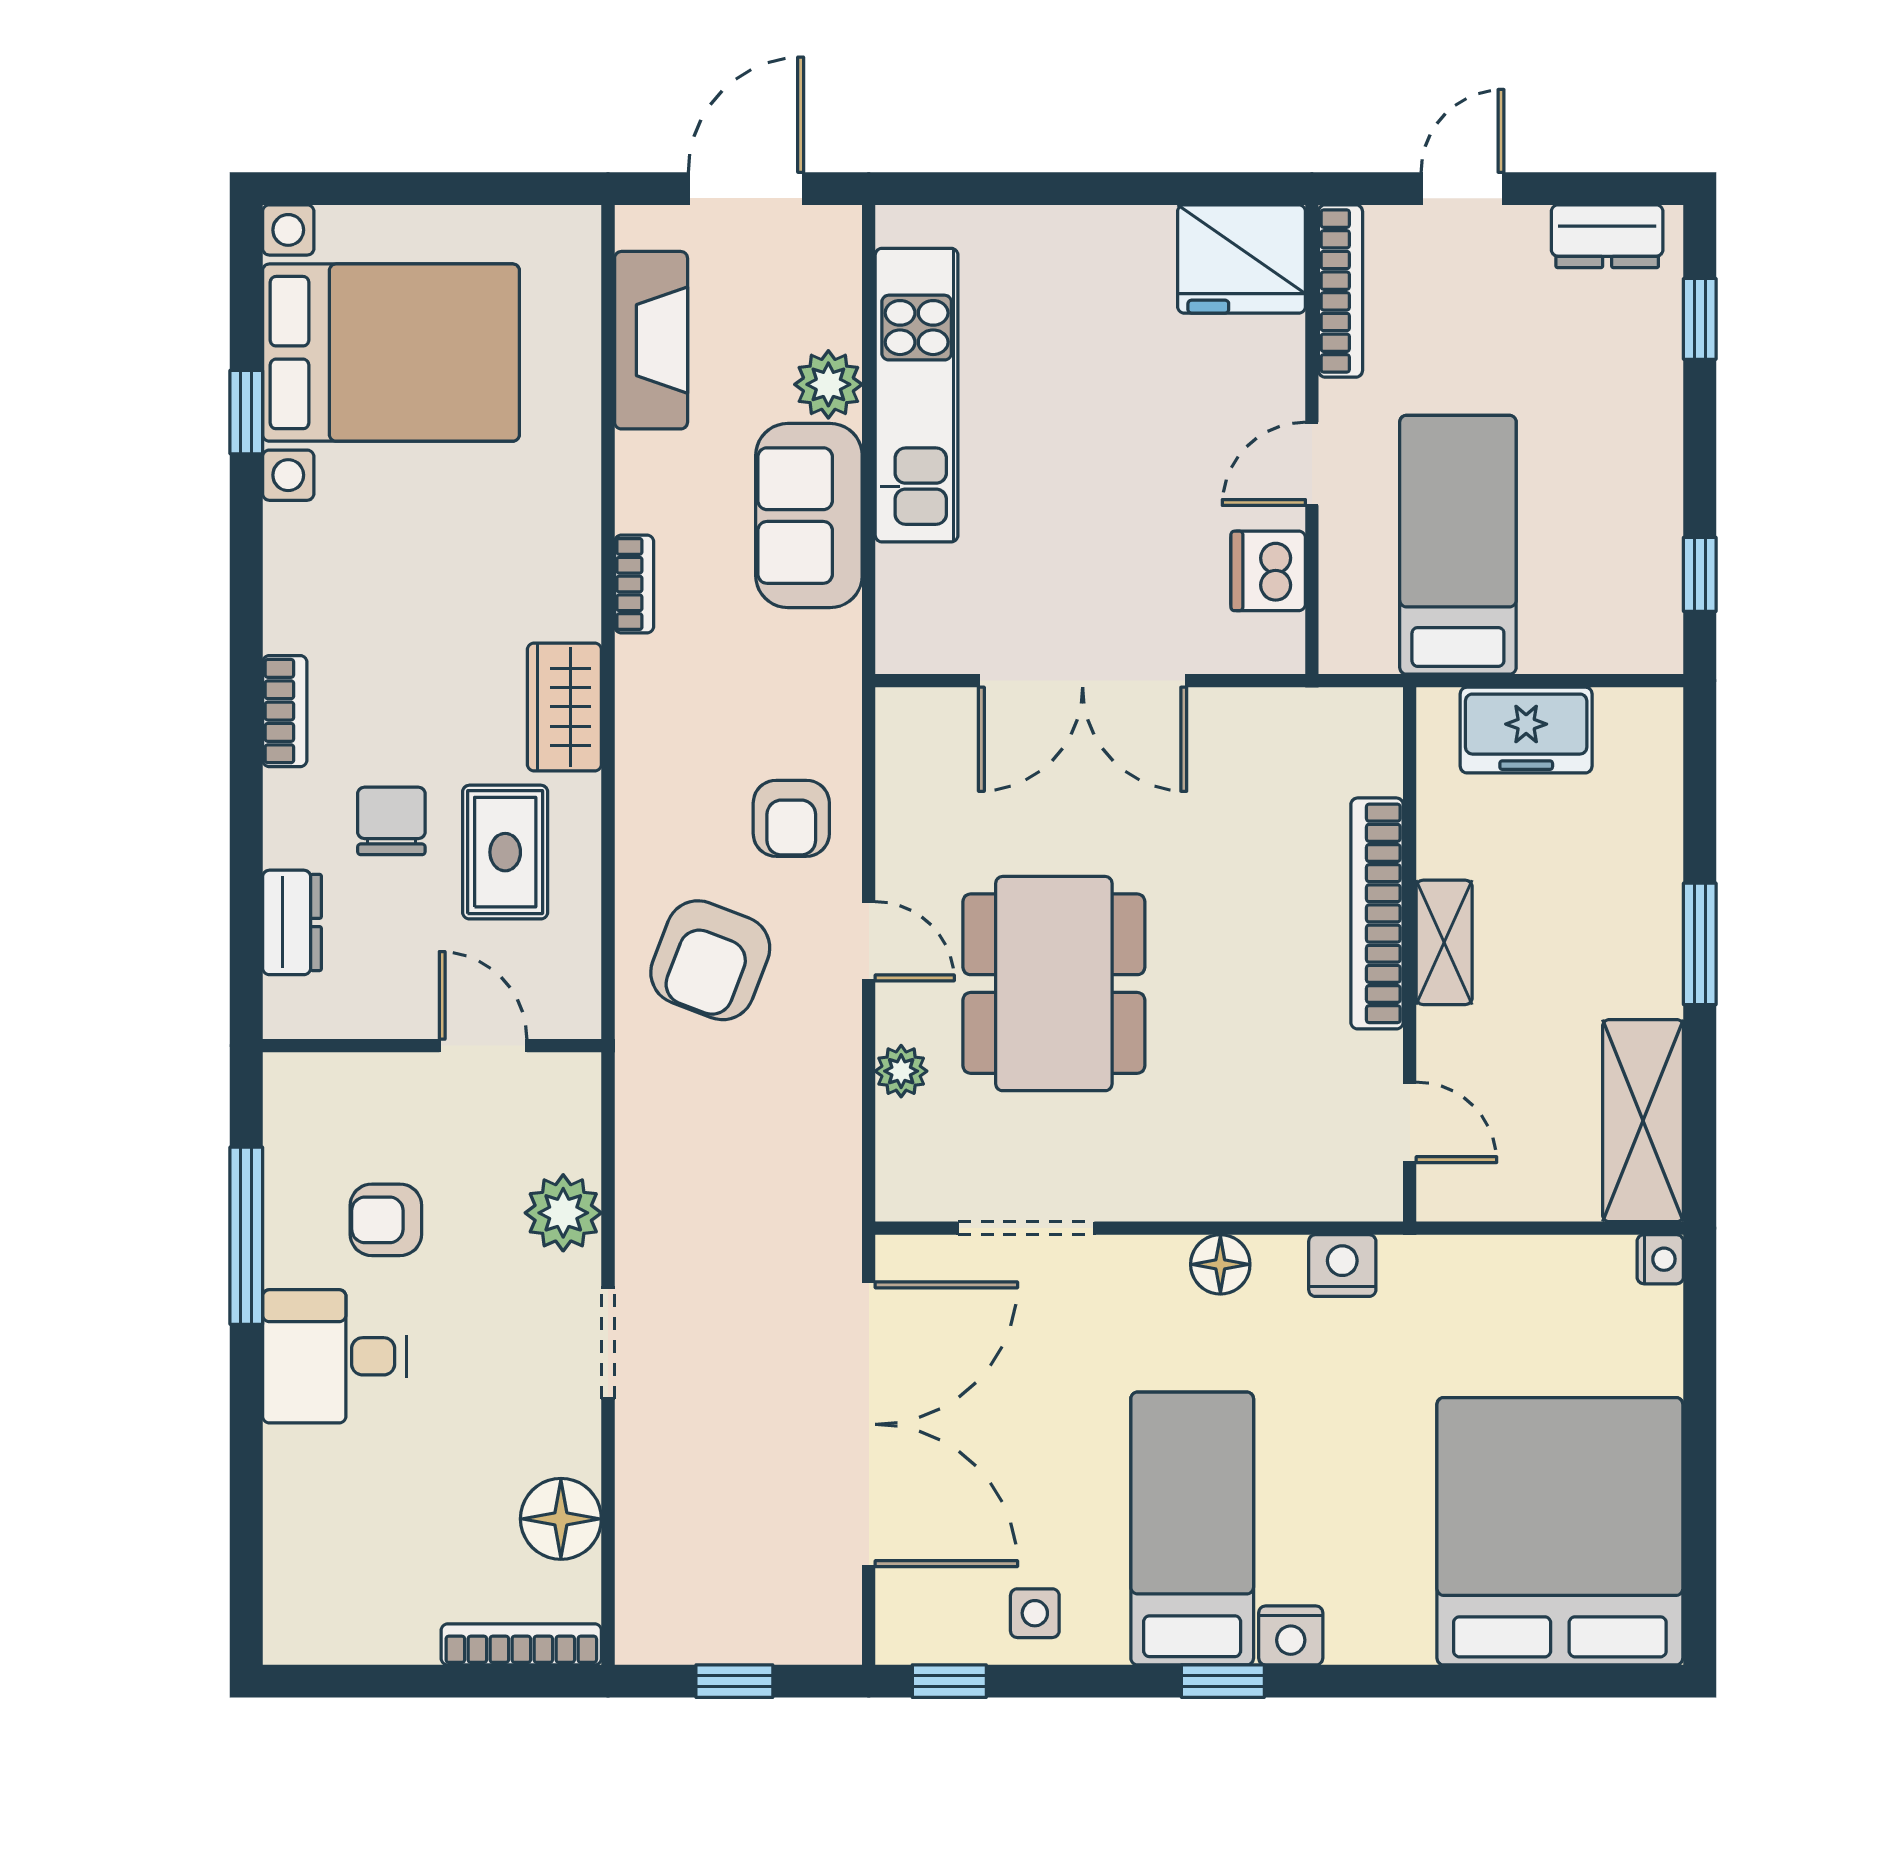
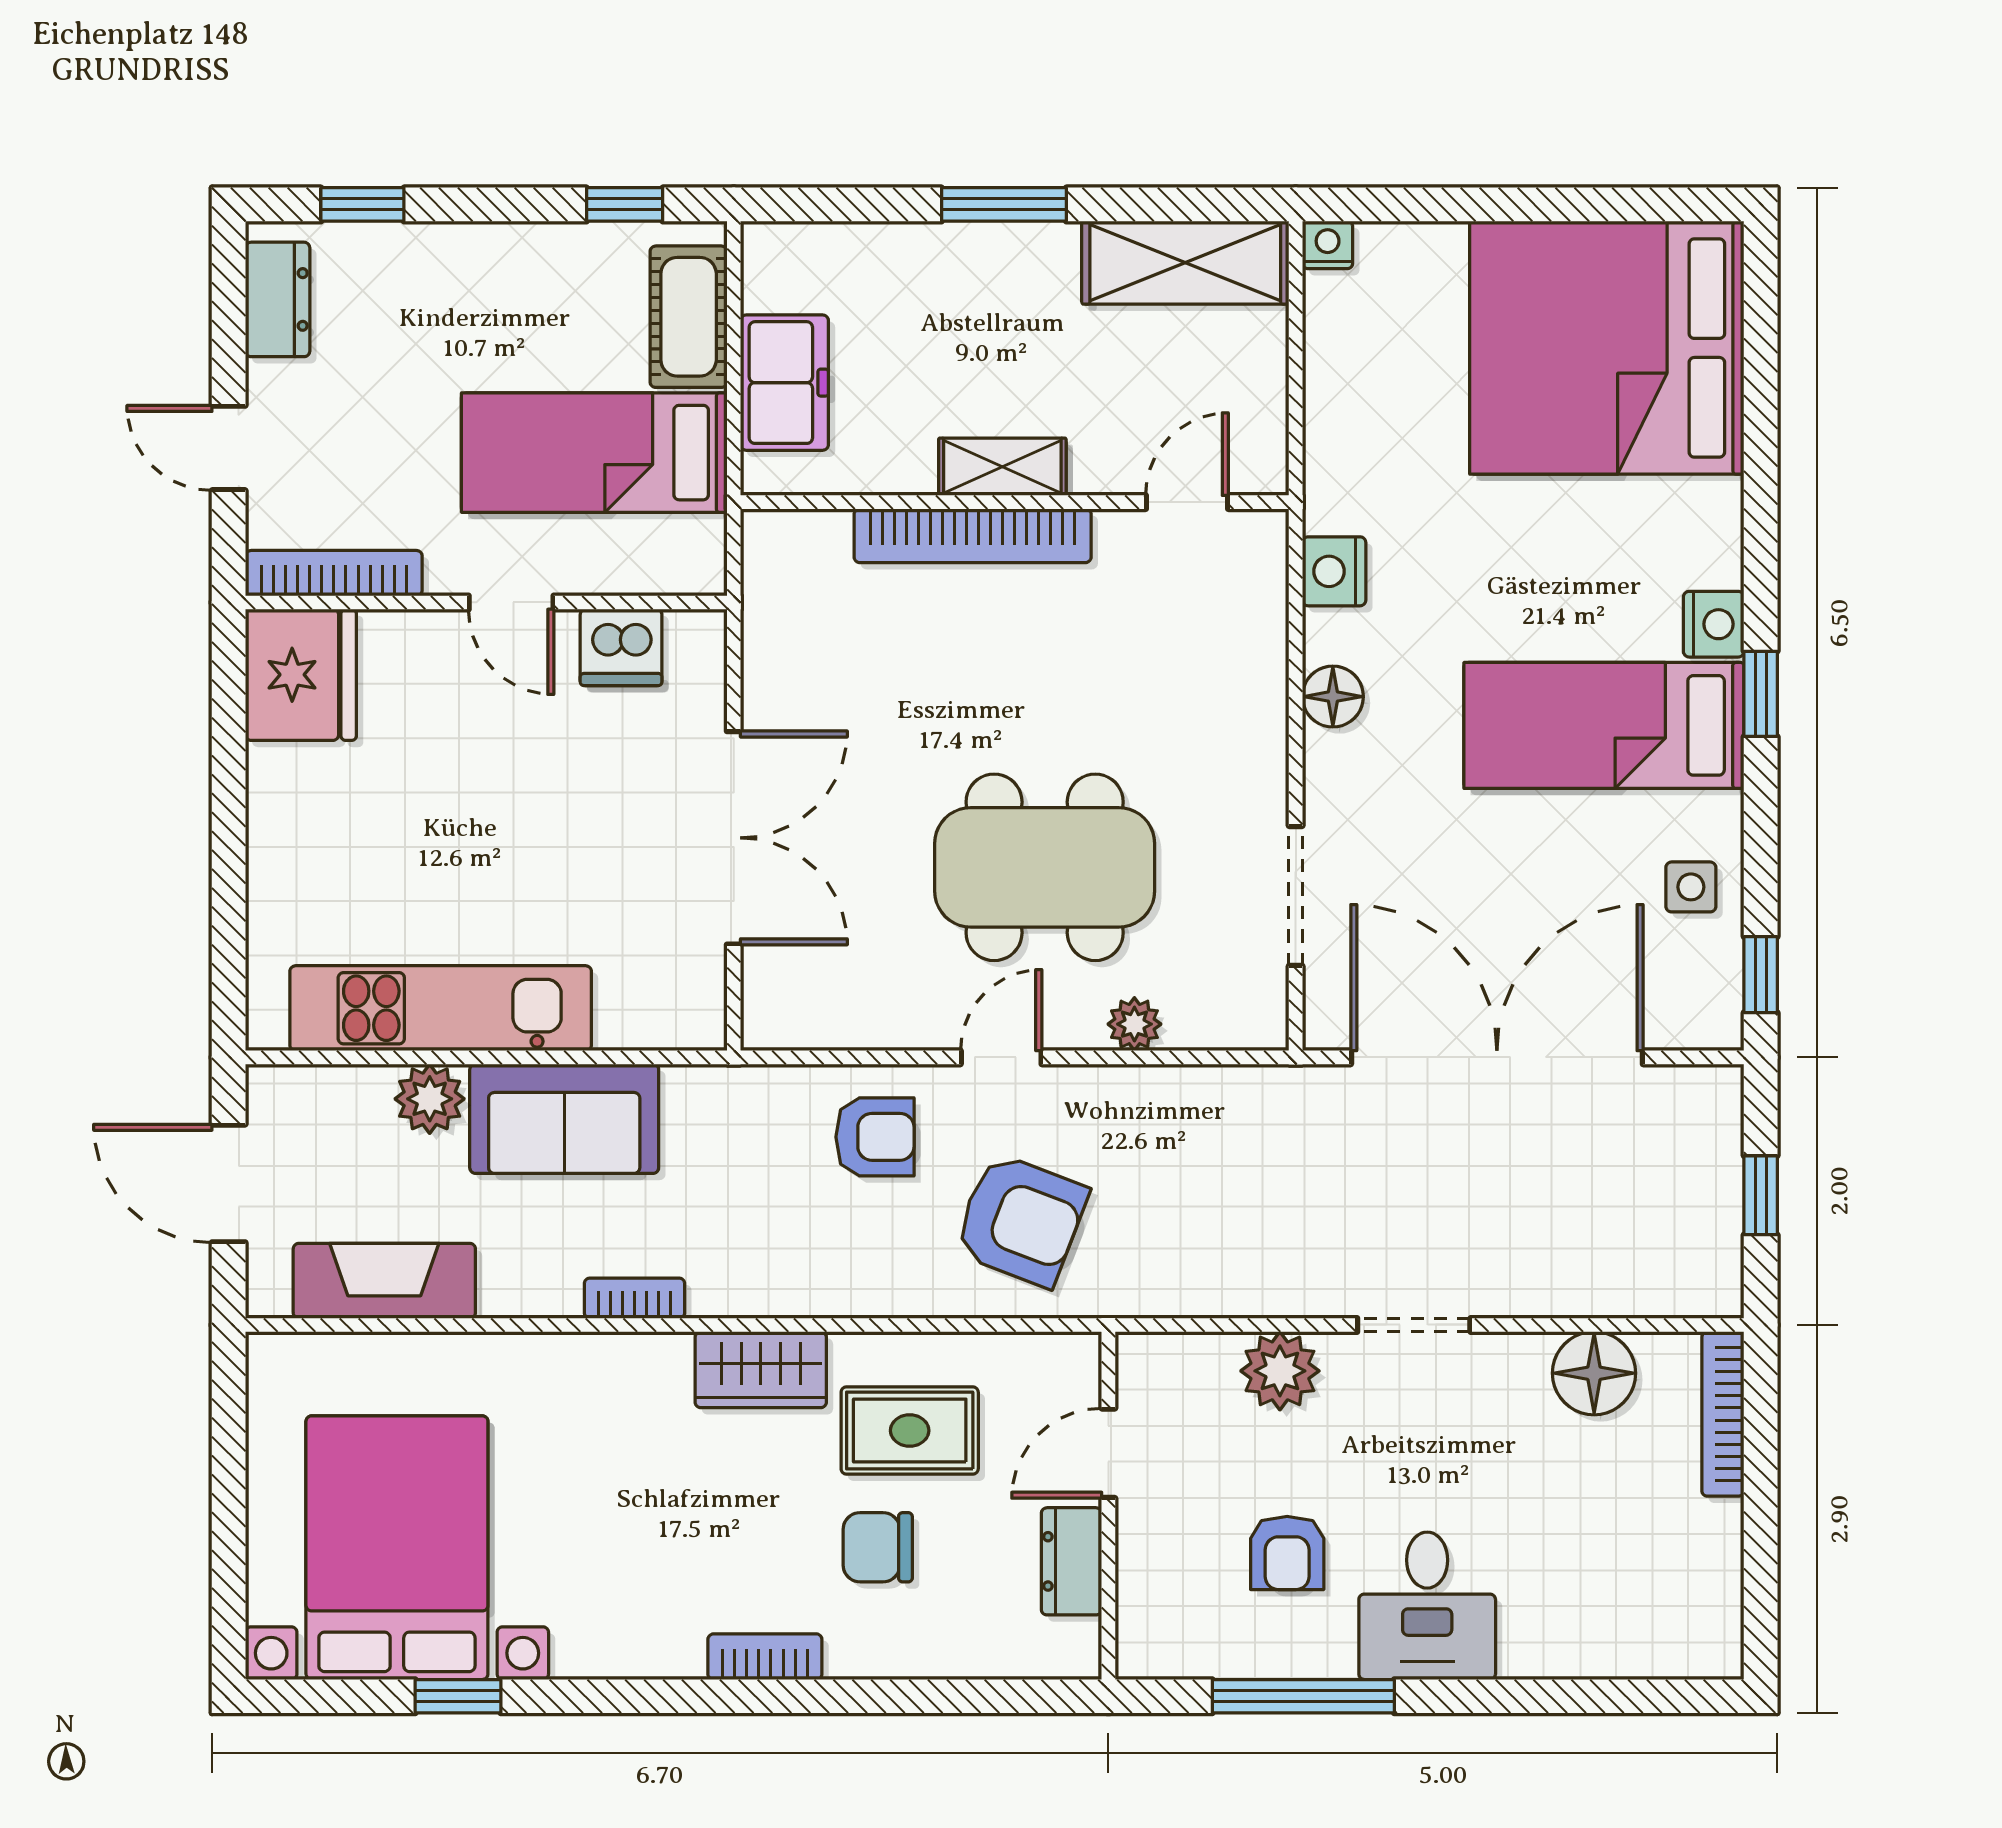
cot: (1590, 637) -> (689, 317), added
dresser: (292, 922) -> (1071, 1561), moved, turned -90

